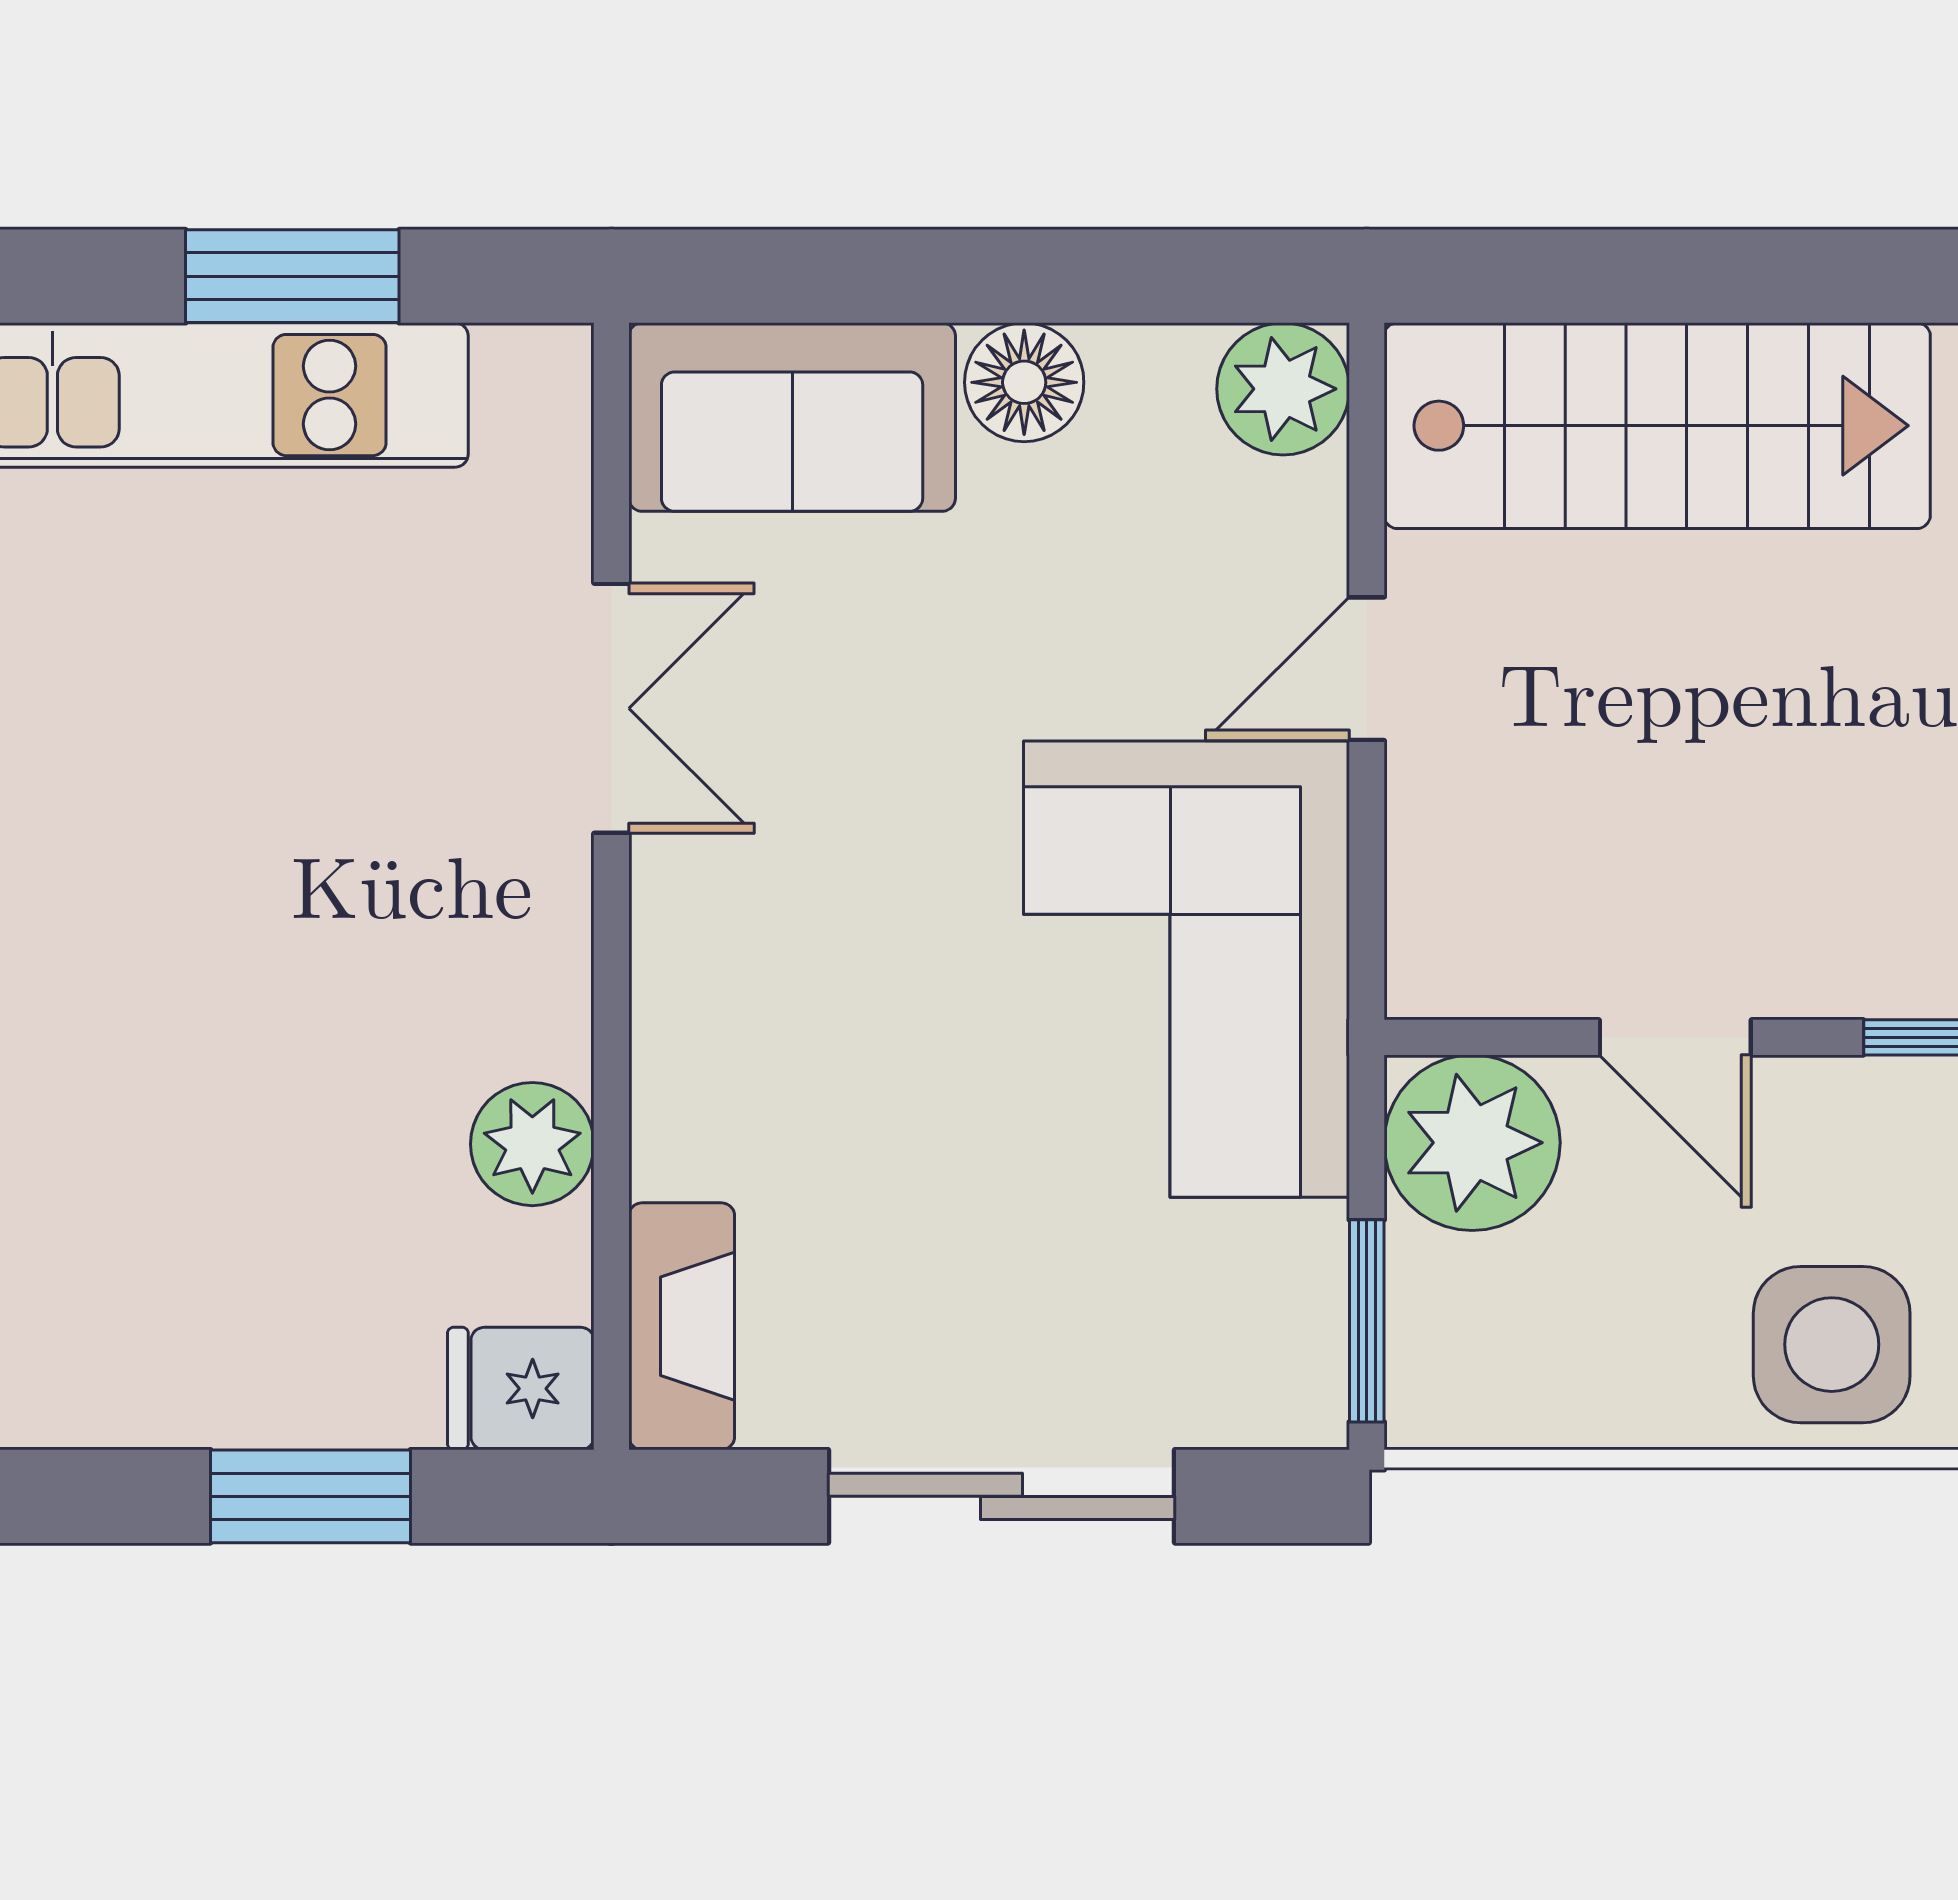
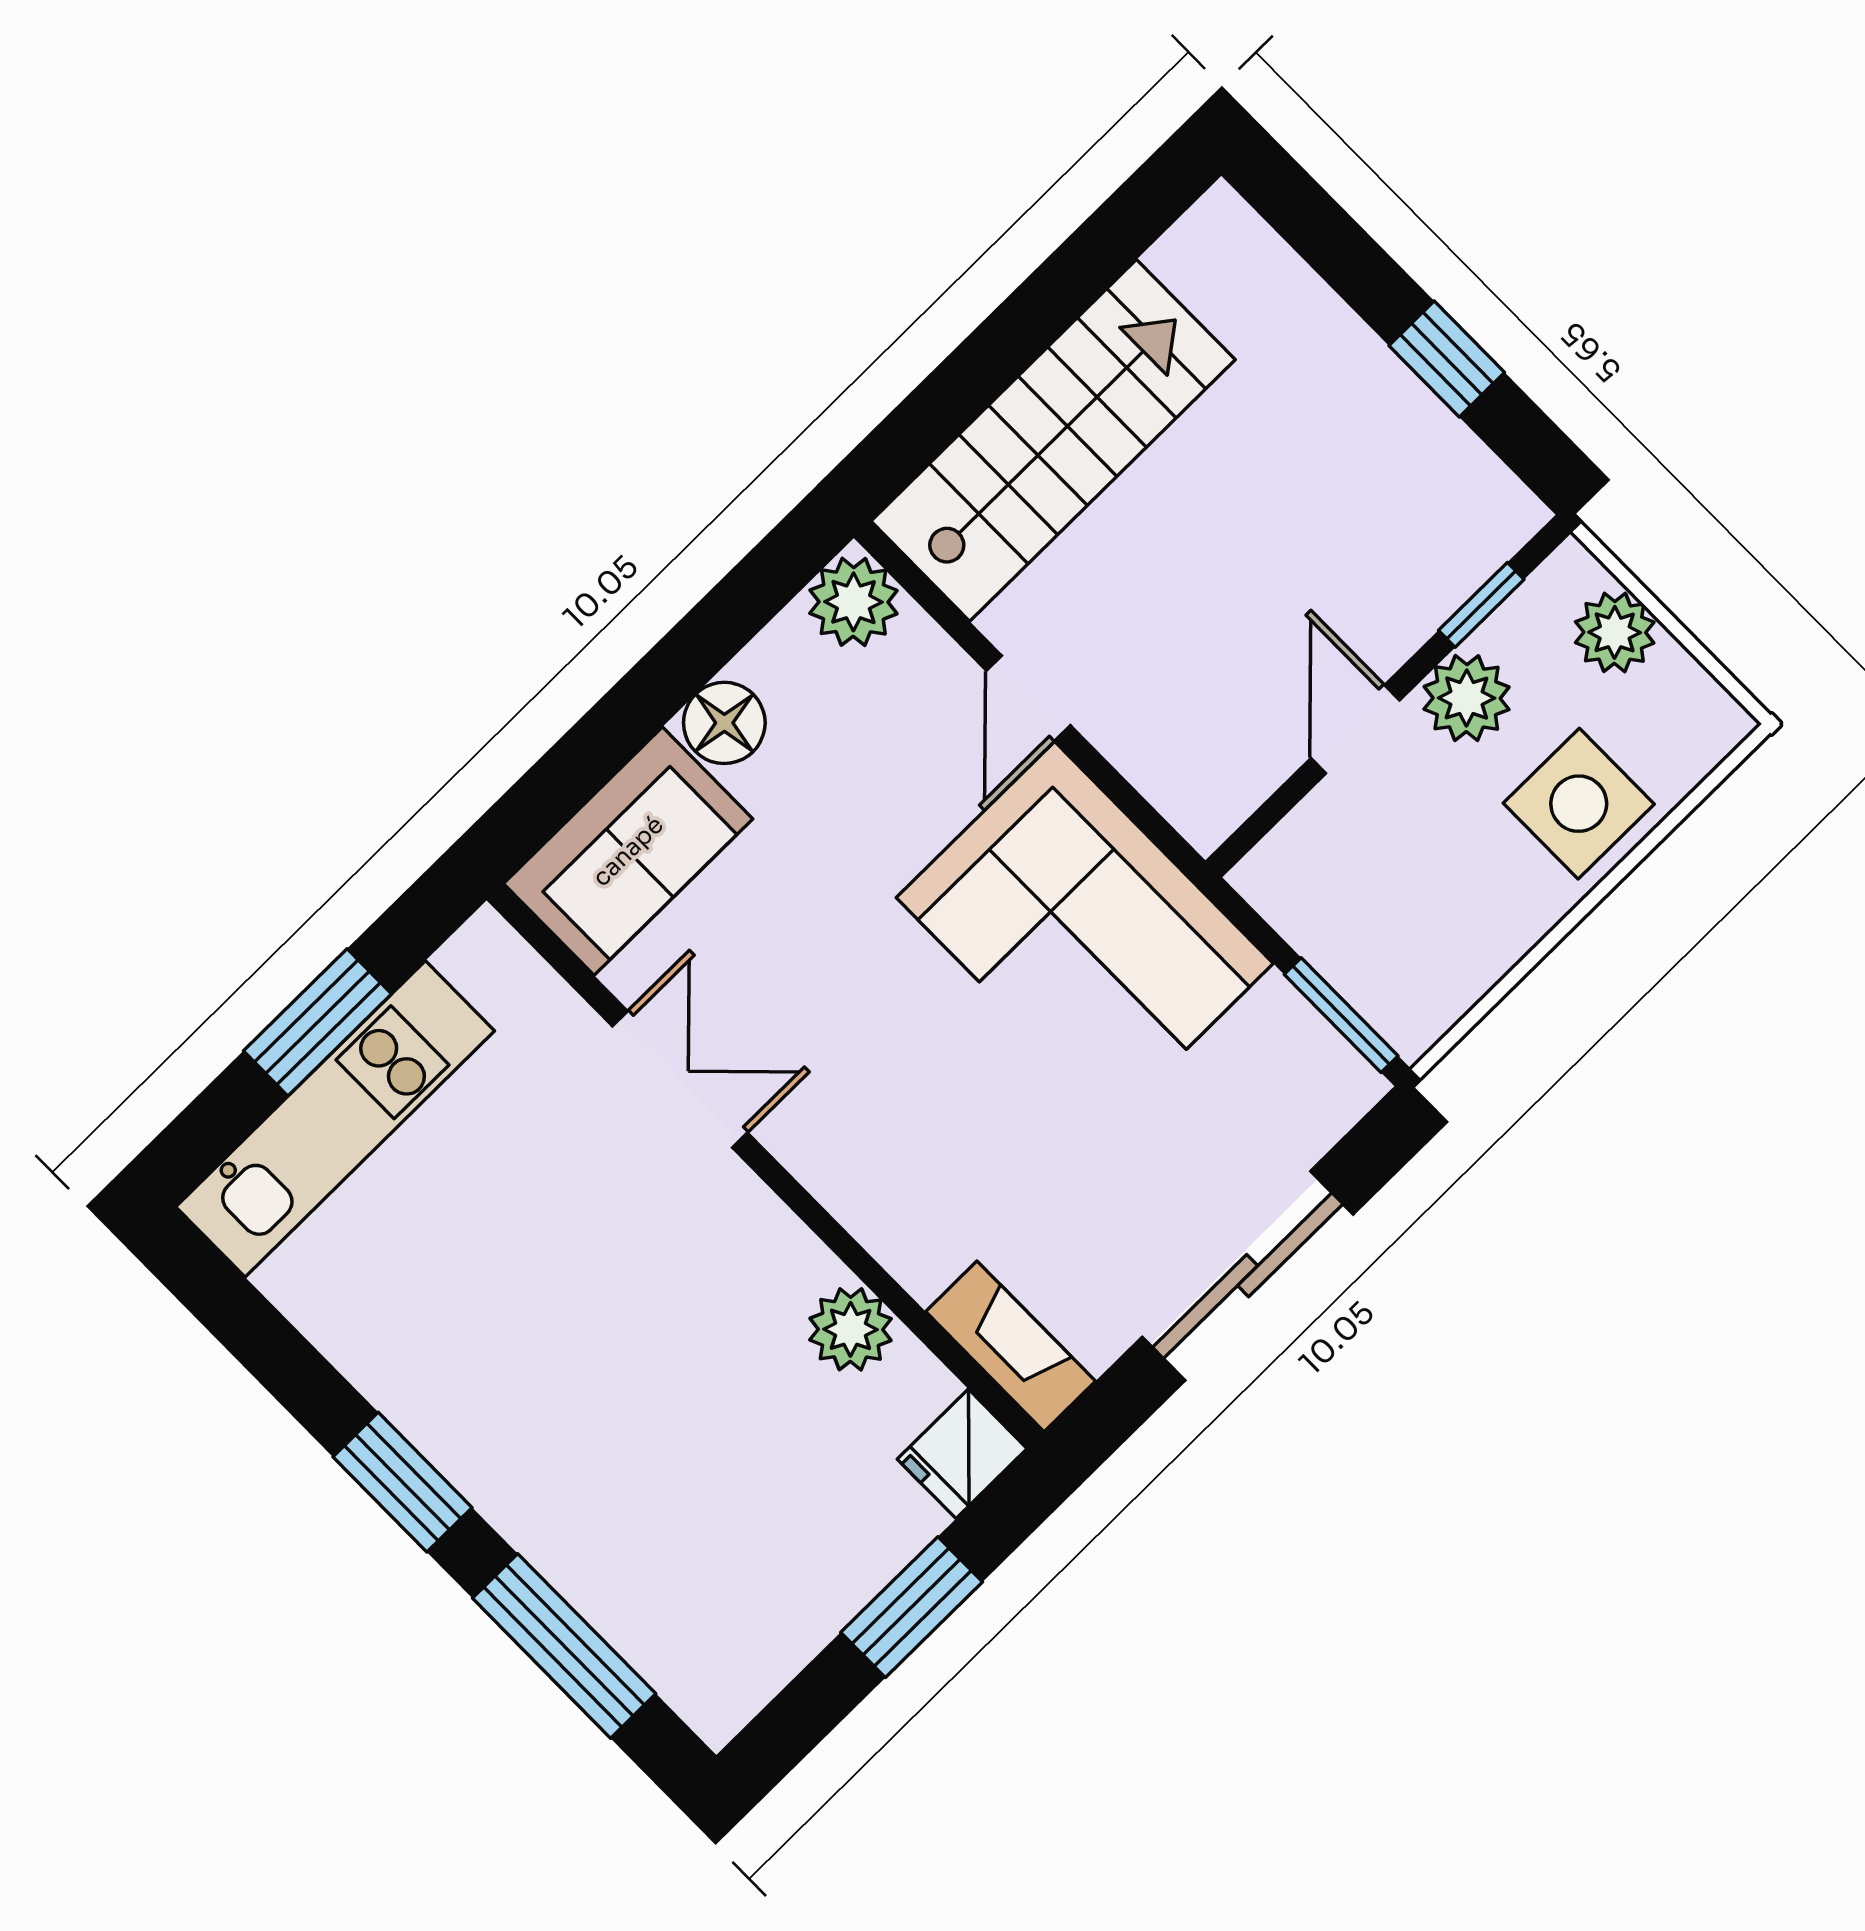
door: (1675, 1037) -> (1355, 729), swing flipped
plant: (1472, 1143) -> (1467, 698), moved, width x0.73, depth x0.73

